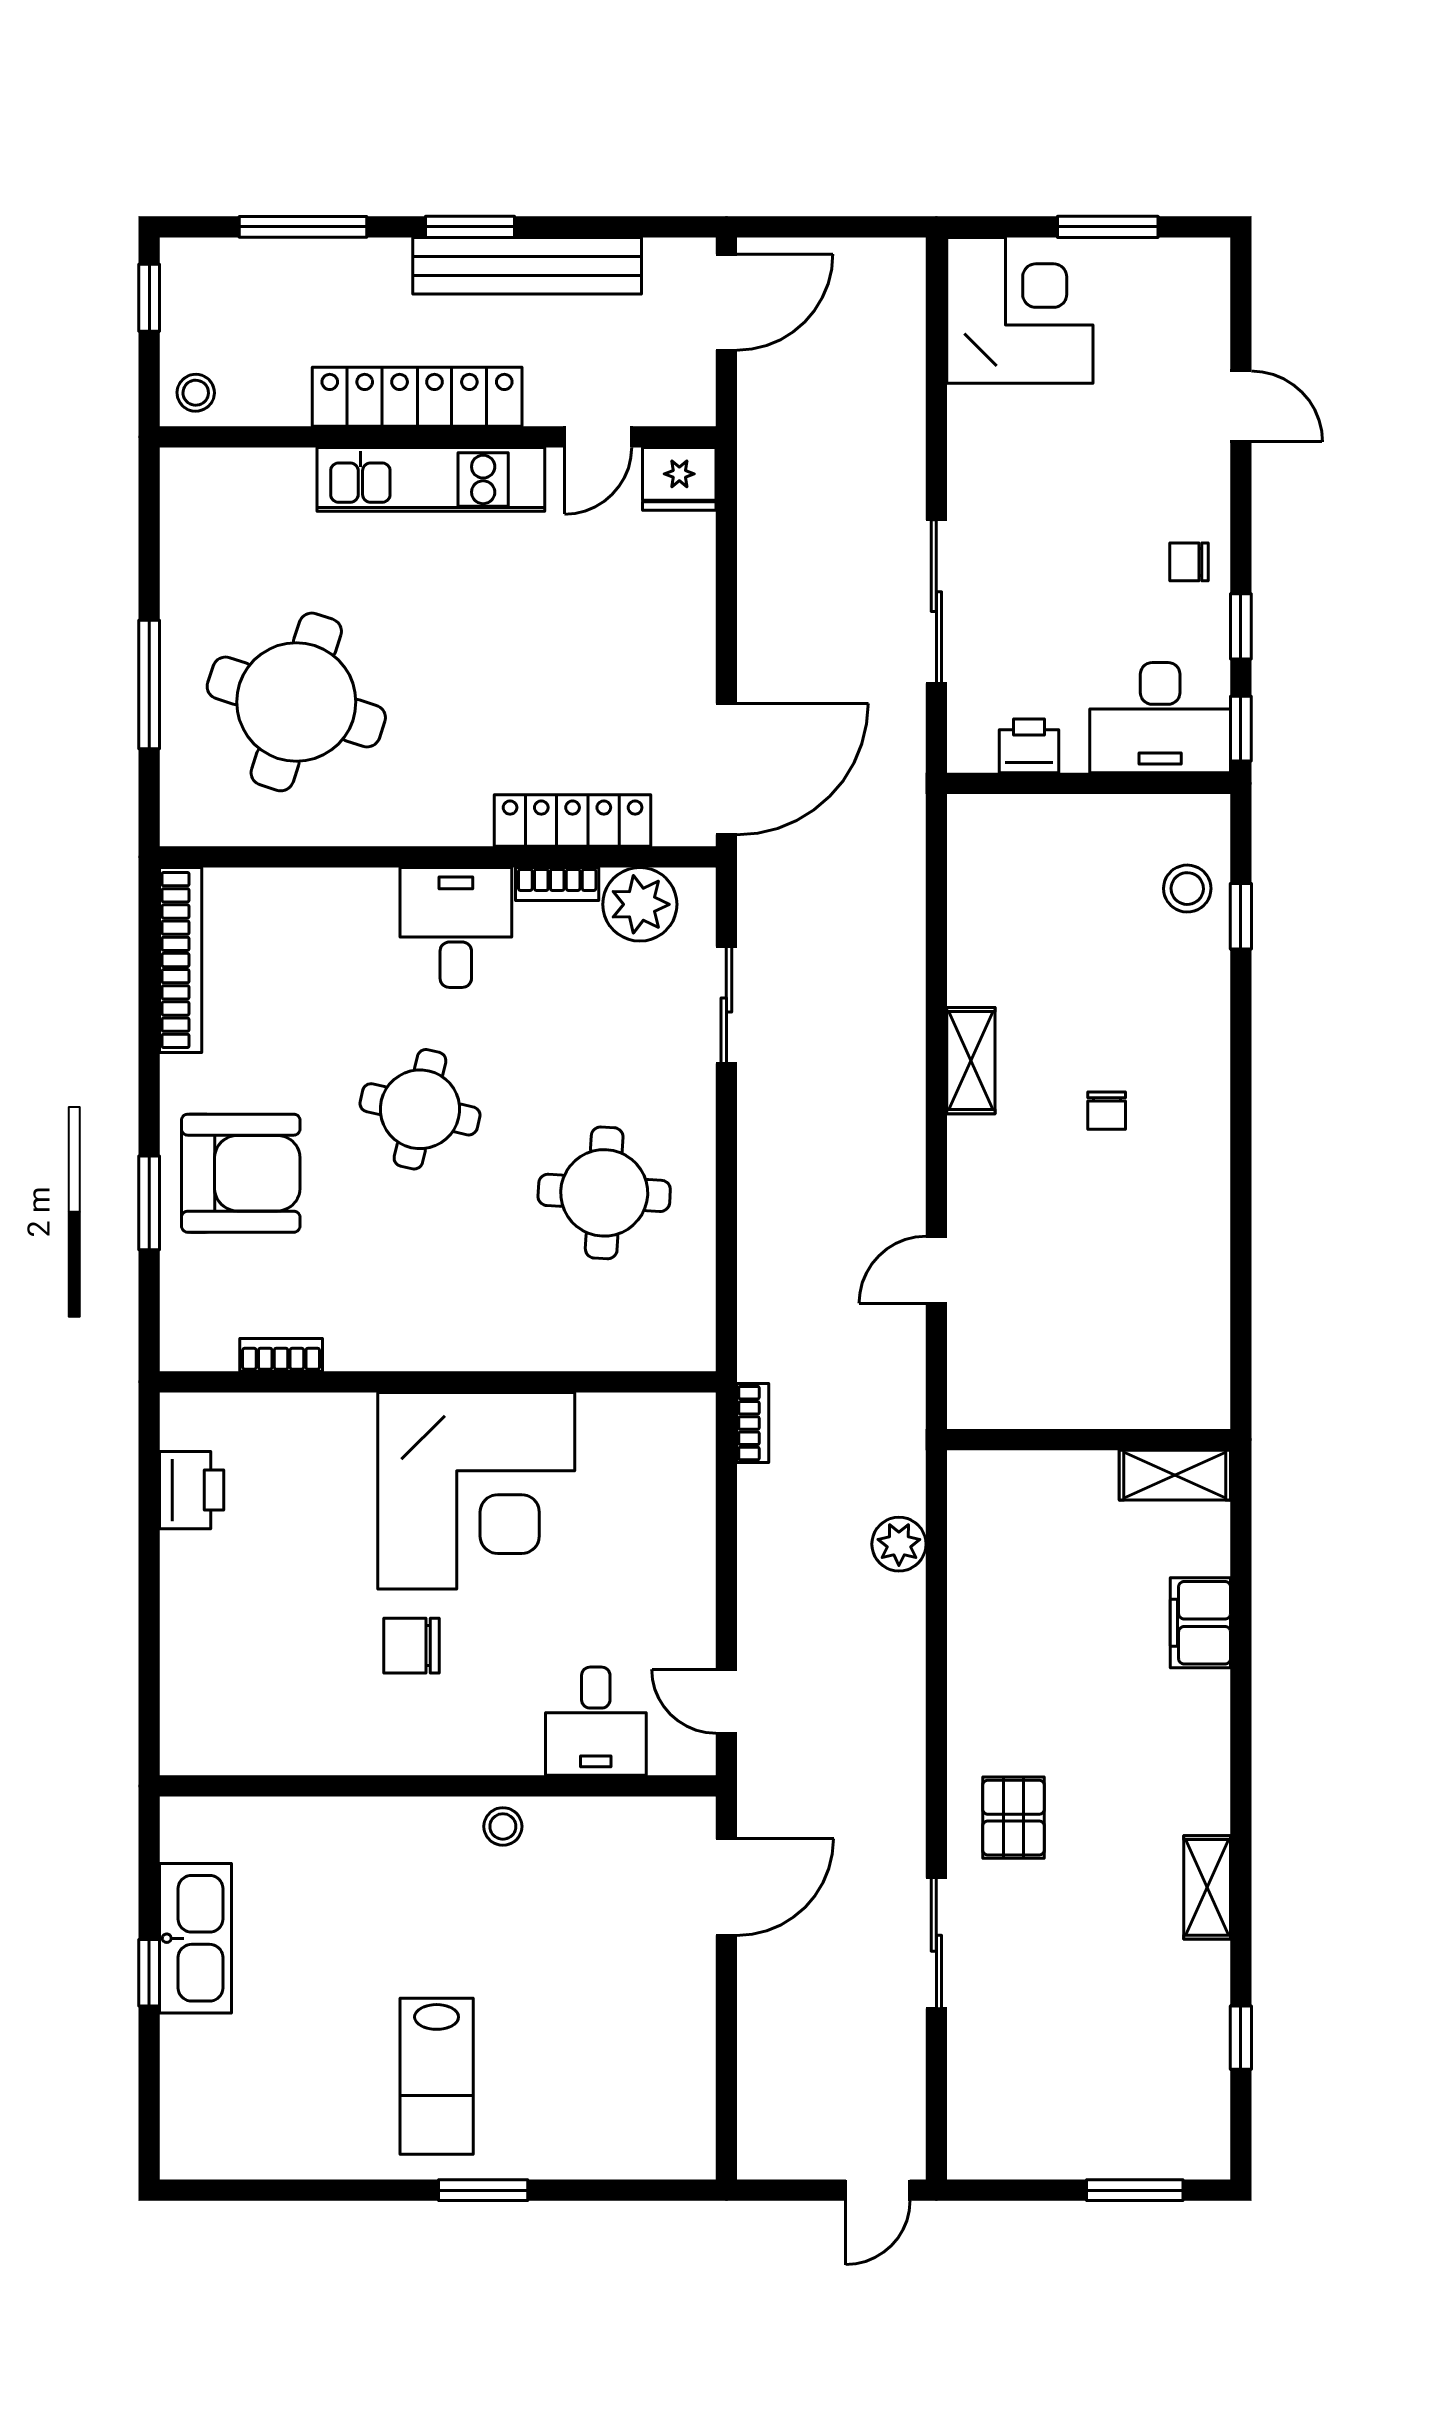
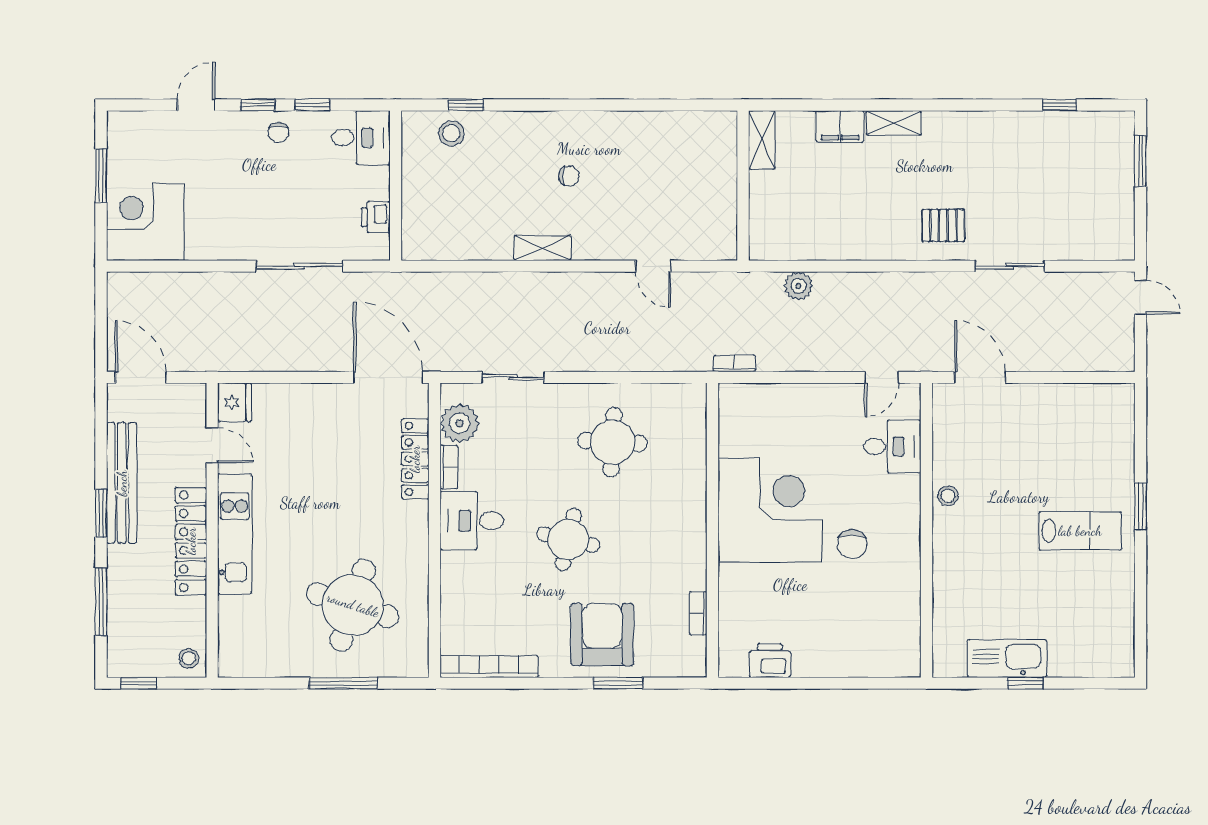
desk: (1160, 718) -> (361, 138), width x0.73
window: (1241, 729) -> (258, 105), moved
shelving: (1207, 1887) -> (894, 123), moved

